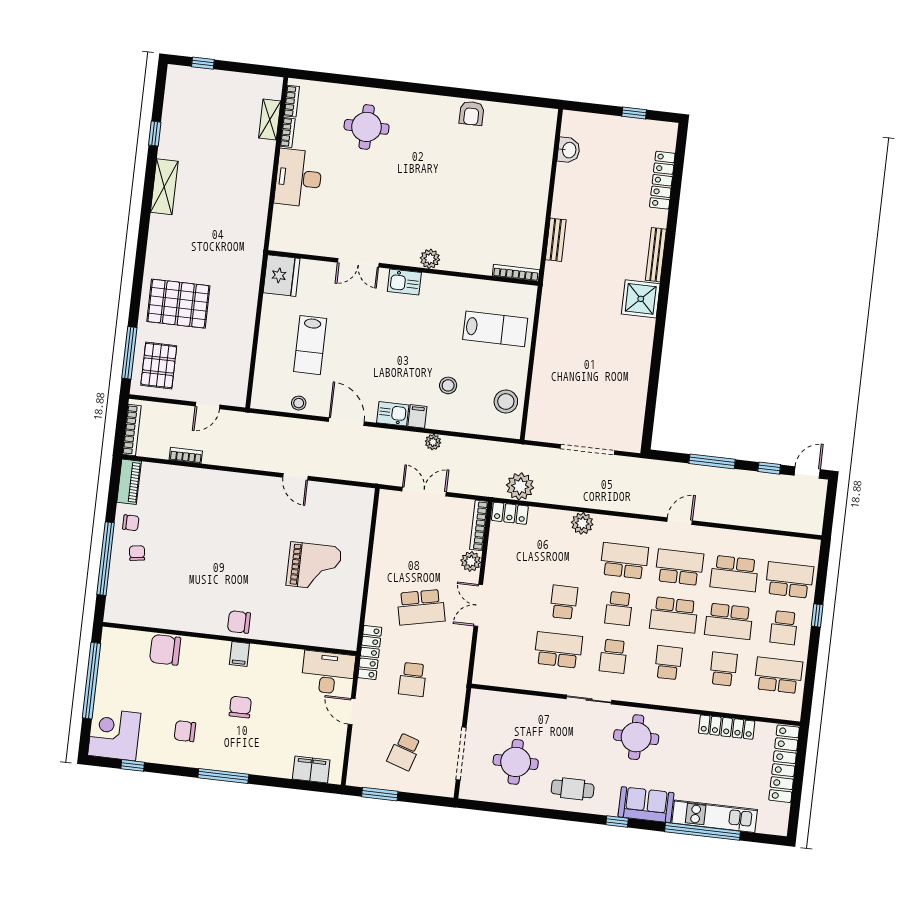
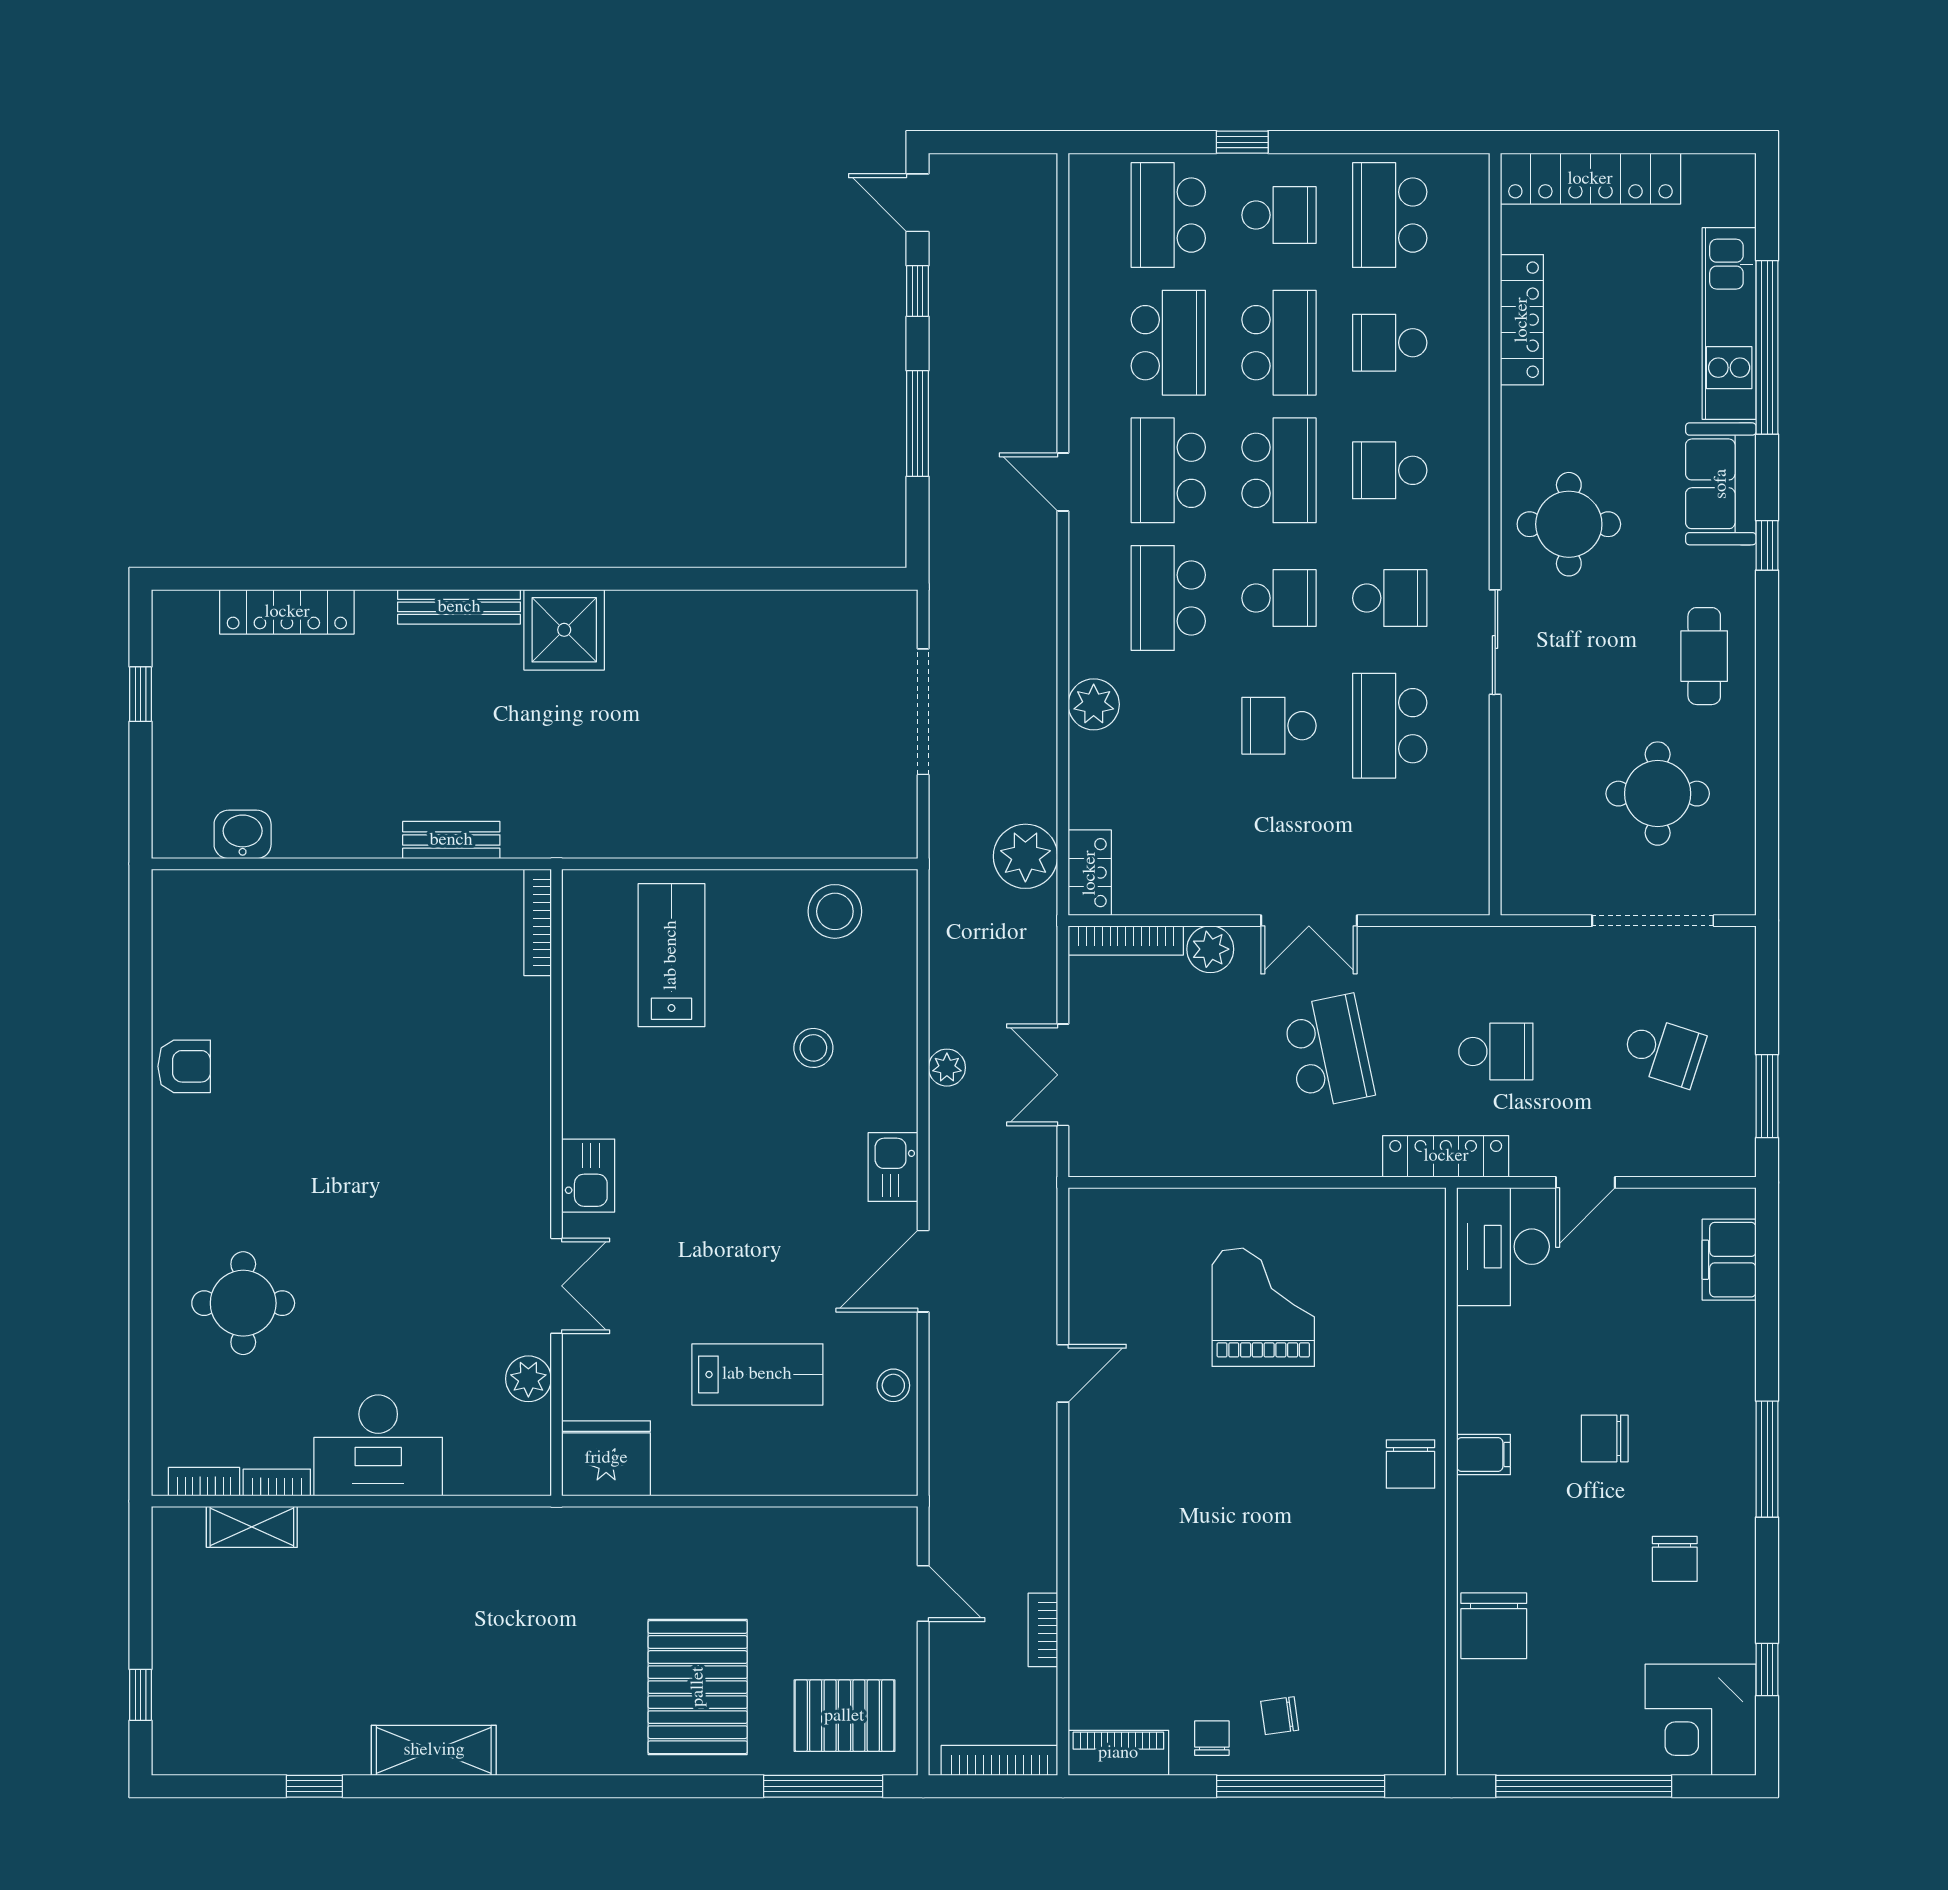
plant: (430, 259) -> (528, 1379), moved
filing cabinet: (417, 416) -> (892, 1110), removed

